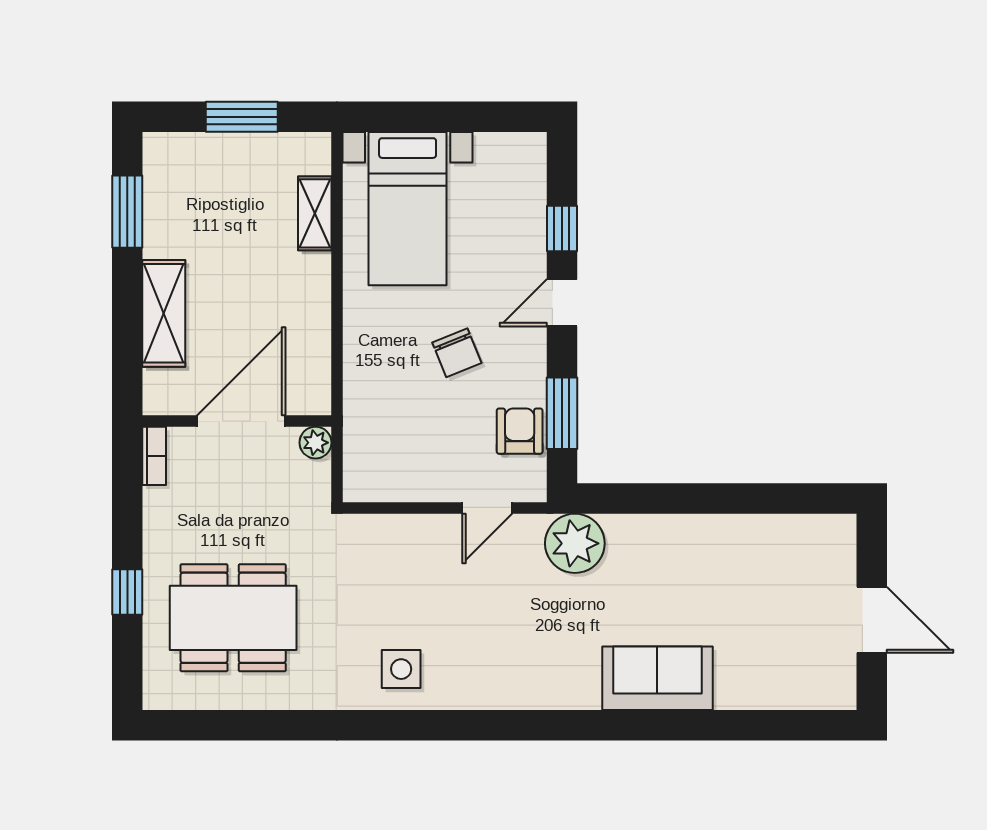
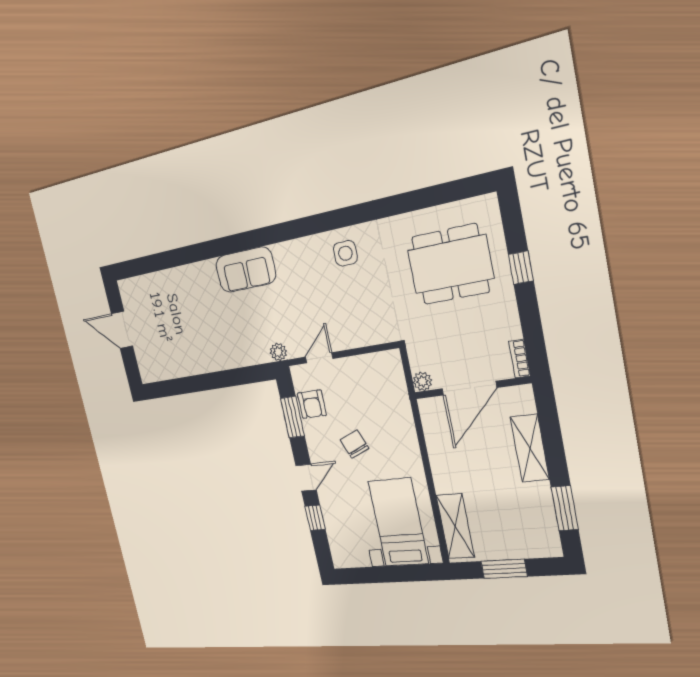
shelving: (315, 213) -> (455, 526), width x1.50, depth x1.33
plant: (575, 543) -> (278, 352), width x0.53, depth x0.53
sofa: (657, 678) -> (246, 270), moved

